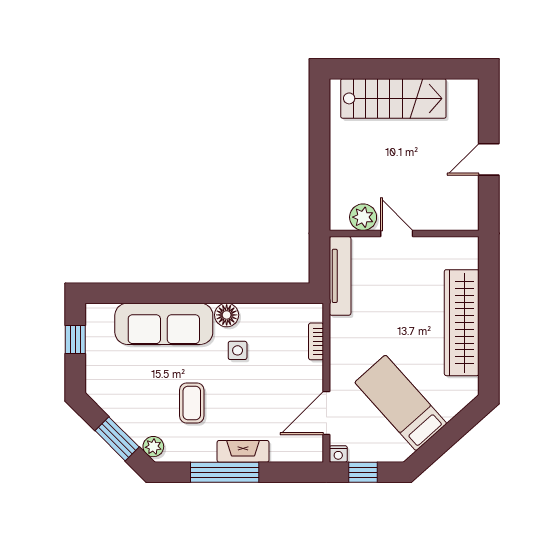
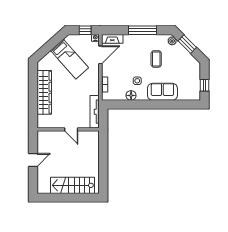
plant: (363, 217) -> (85, 136), removed
floor lamp: (227, 315) -> (131, 95), moved
sofa: (164, 324) -> (162, 92), width x0.73
fireplace: (243, 451) -> (112, 39), moved

